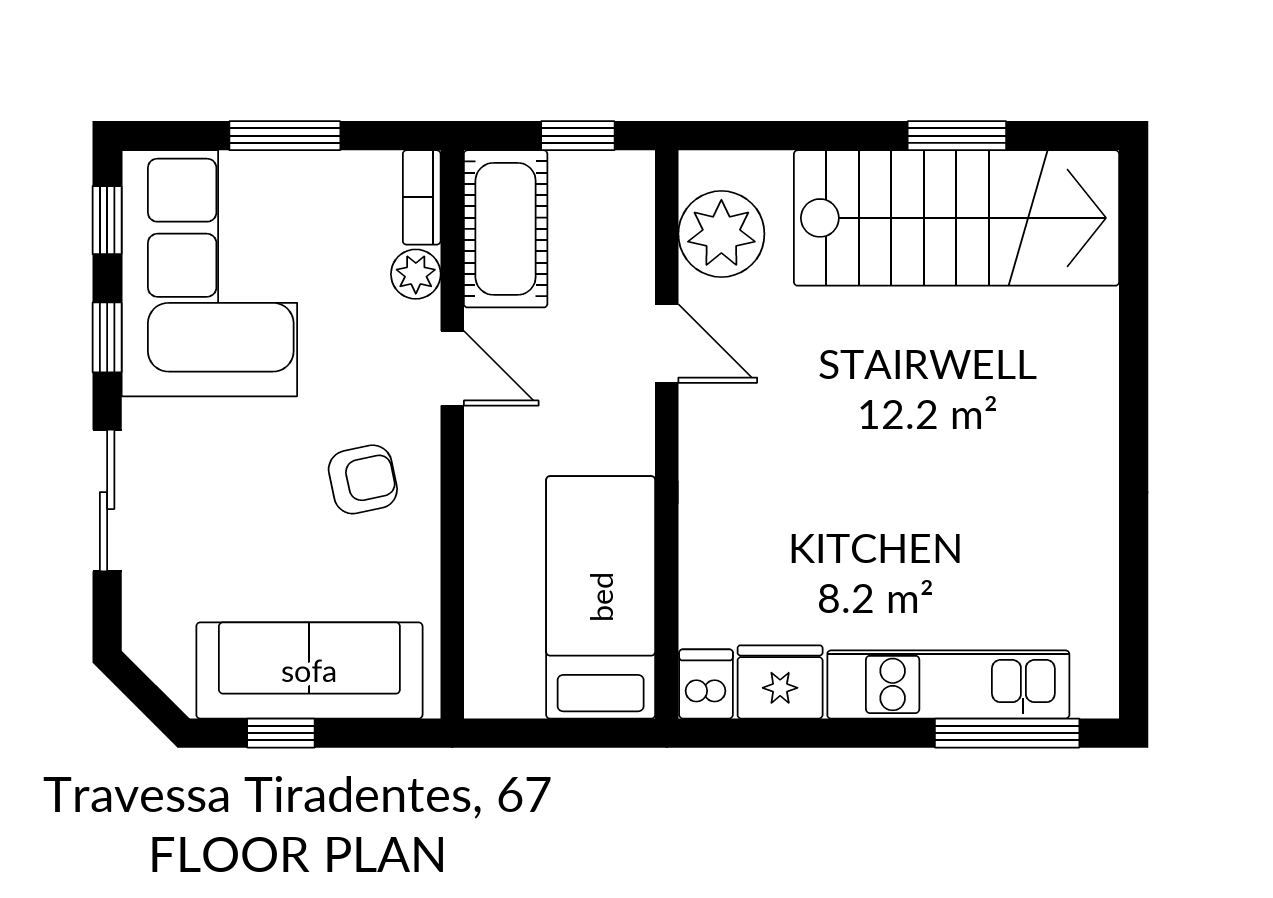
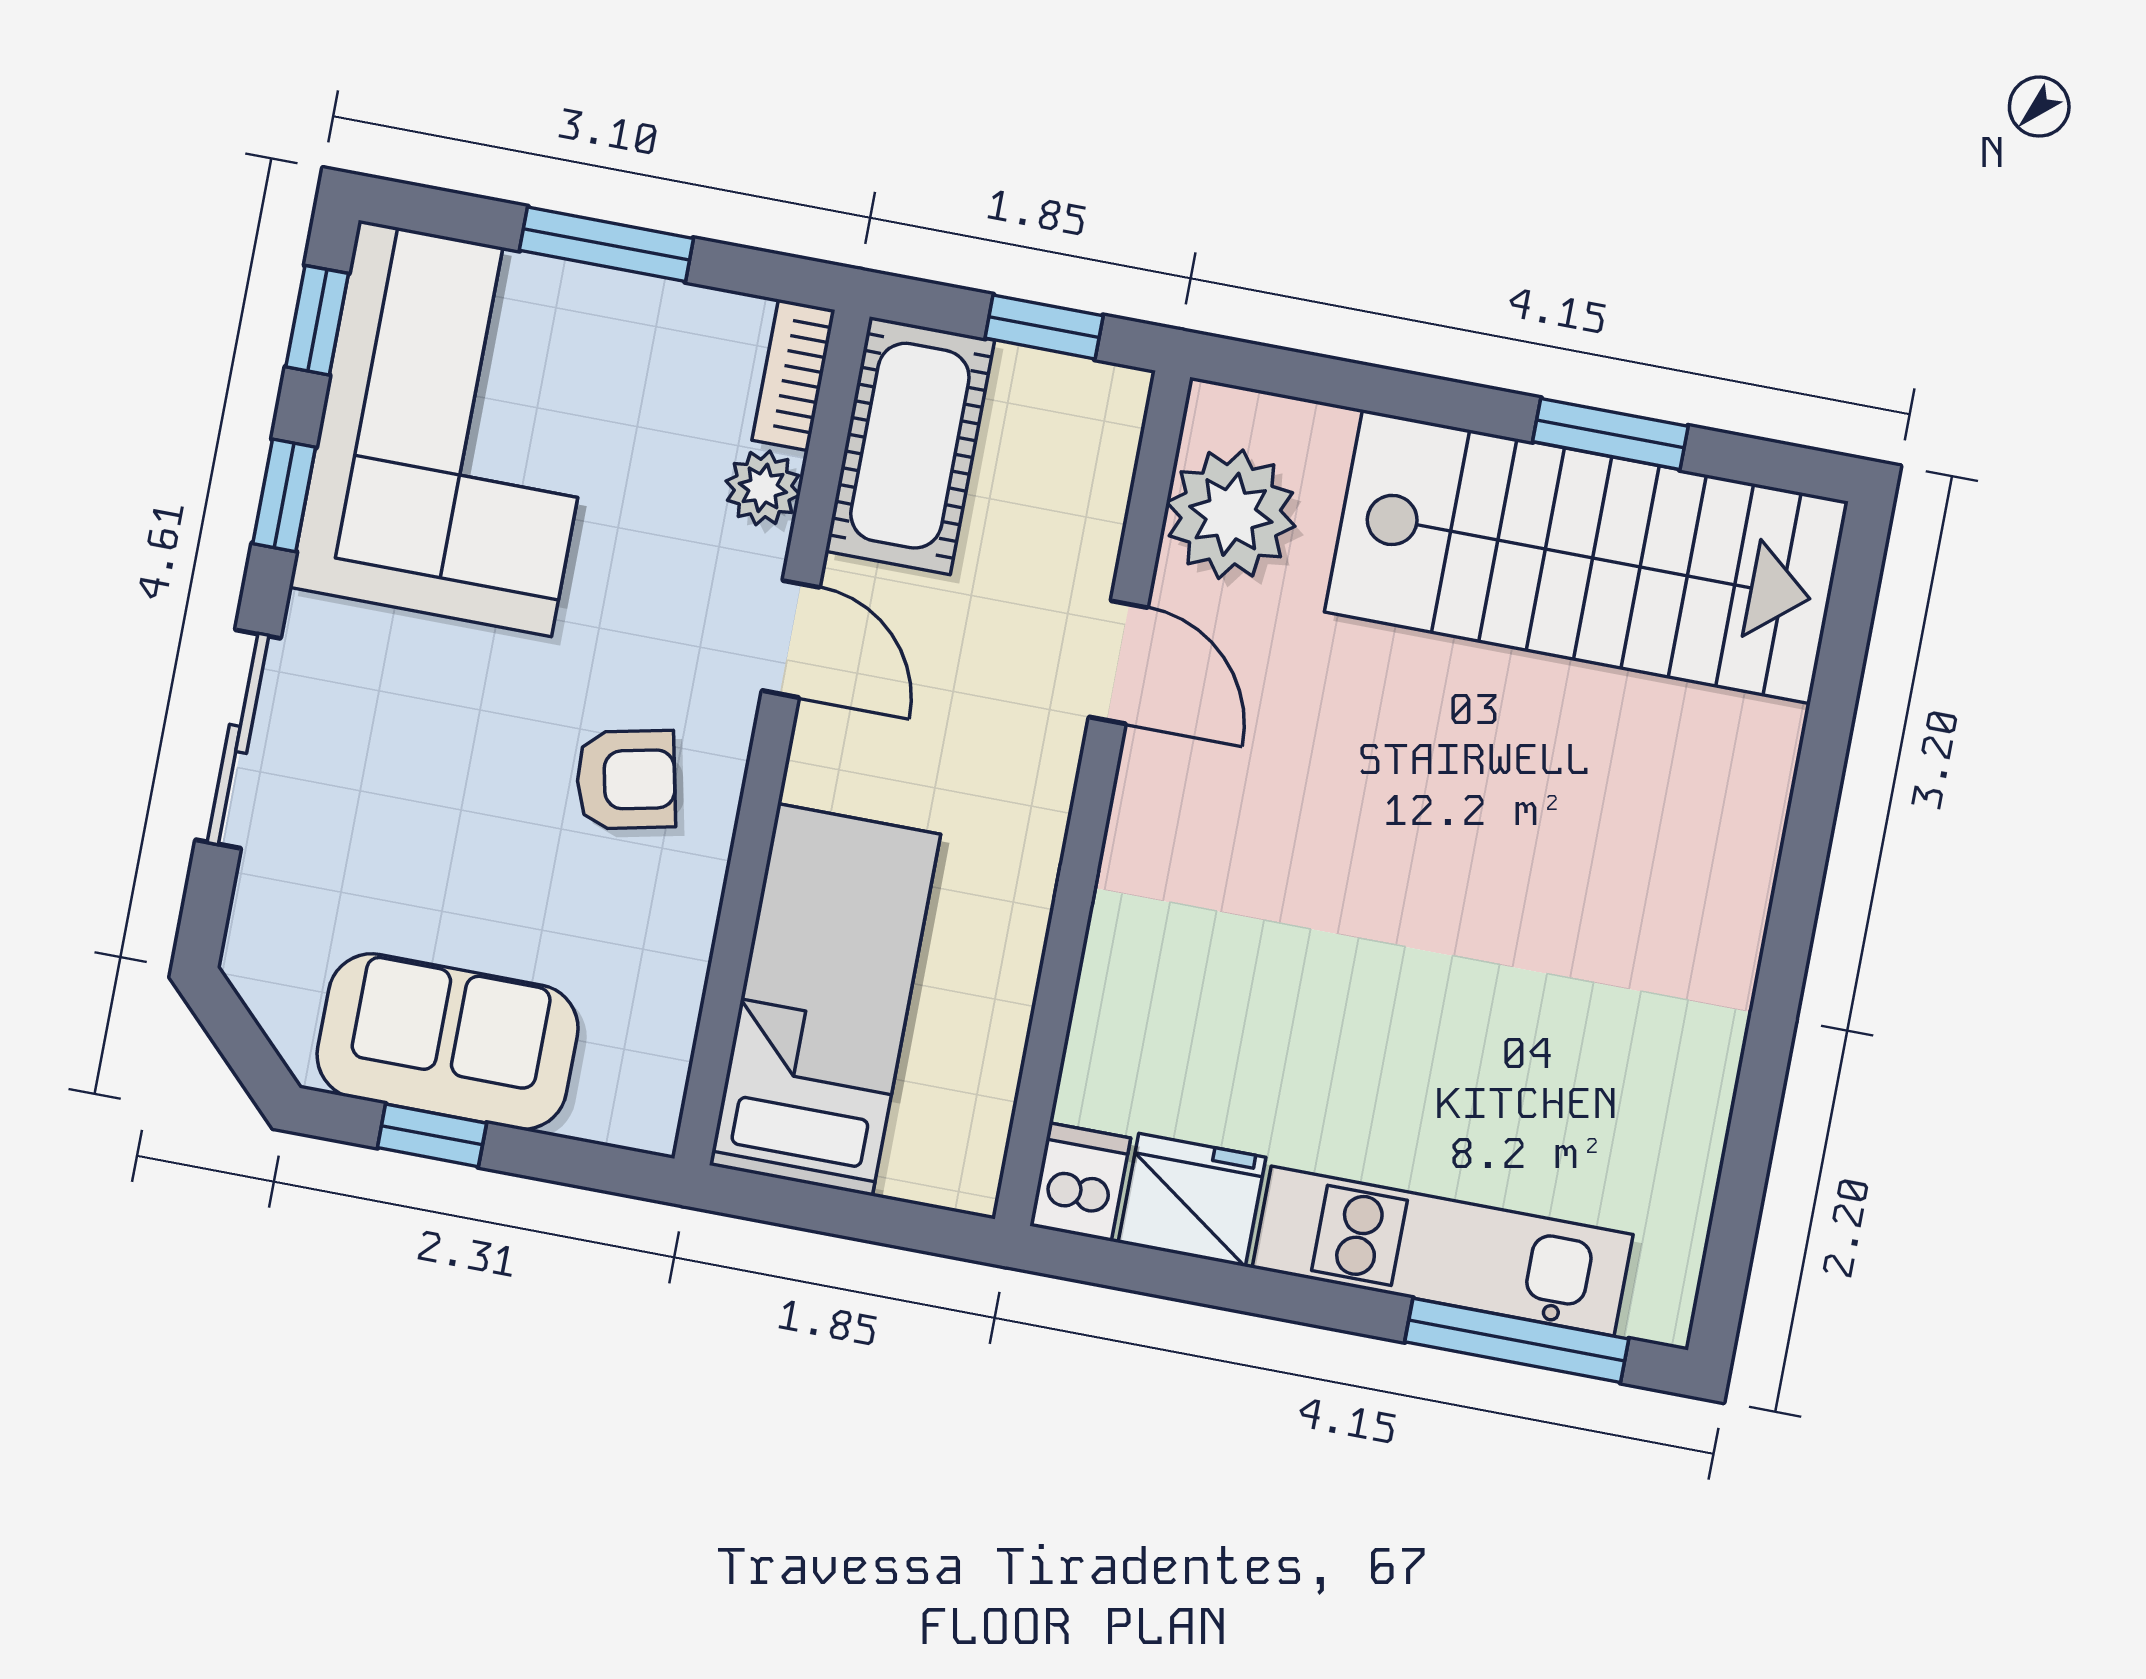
bed: (601, 597) -> (825, 1000), moved
sofa: (309, 670) -> (448, 1042), width x0.73

